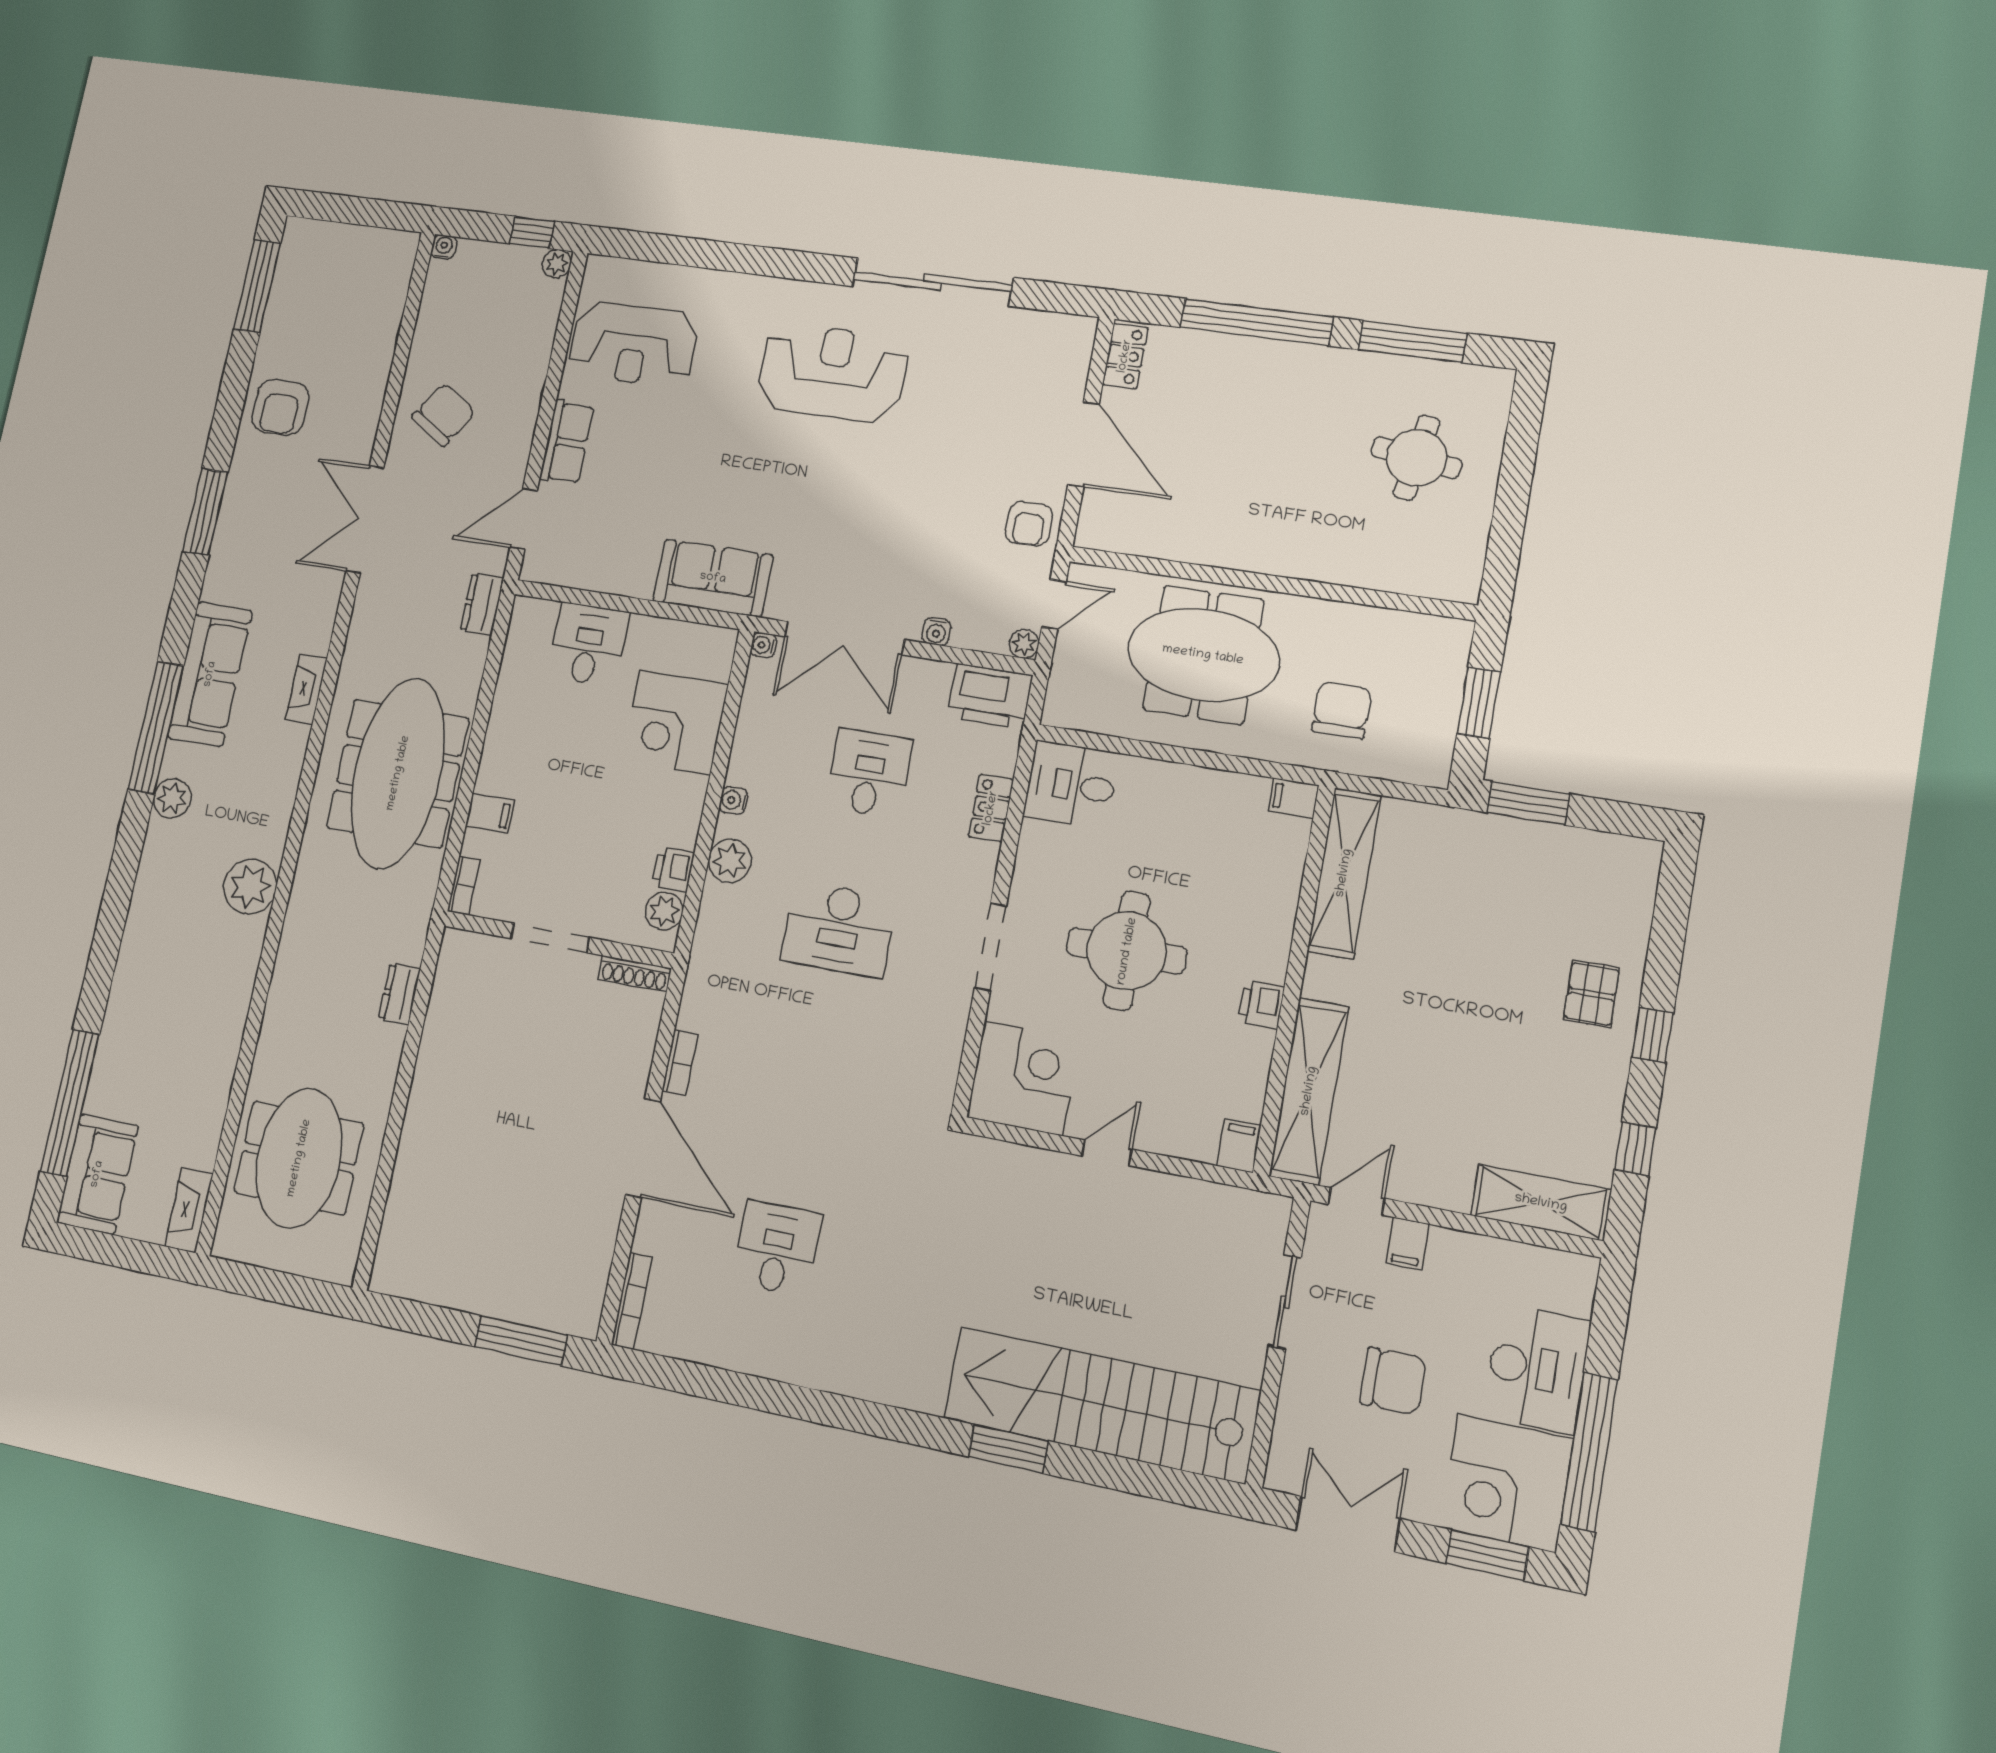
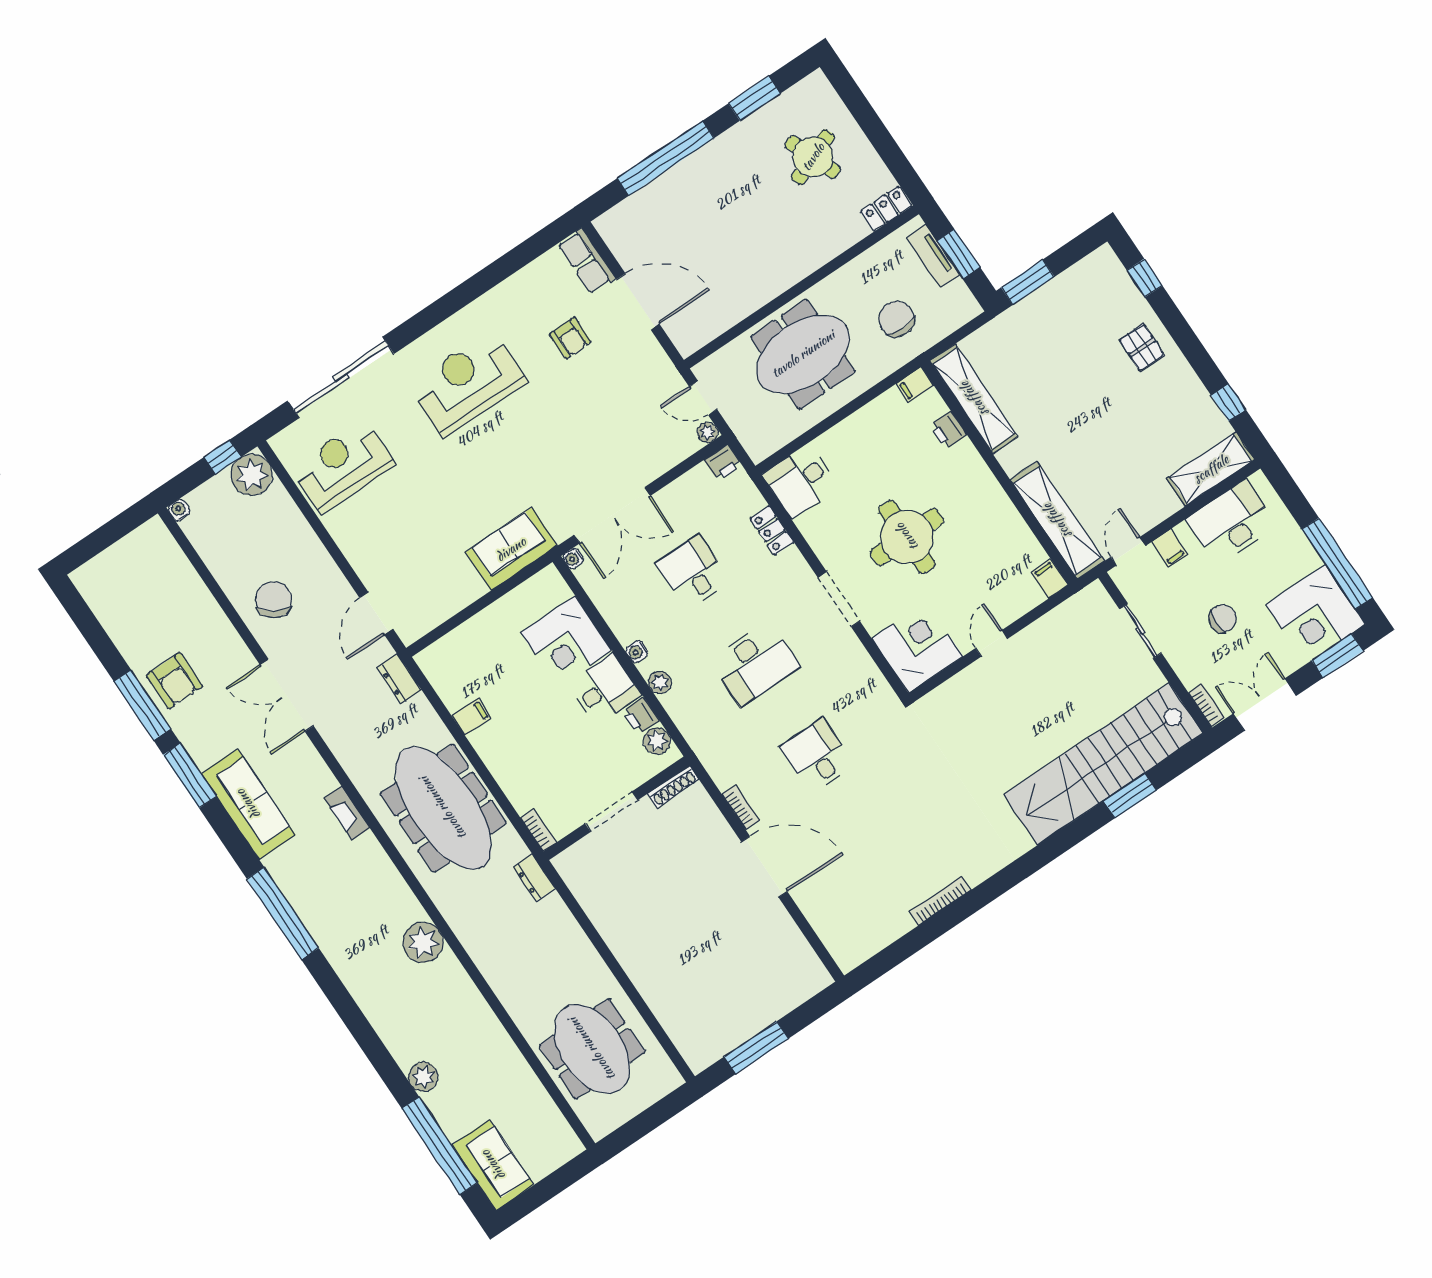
plant: (557, 264) -> (252, 475), width x1.88, depth x1.88
sliding door: (933, 282) -> (341, 377), moved
window: (257, 286) -> (142, 705), moved
window: (1412, 342) -> (754, 98), width x0.69
reception desk: (634, 344) -> (343, 466), turned 180
locker: (1125, 356) -> (886, 209), moved, turned -90
row of seats: (567, 442) -> (587, 261), moved, turned 180
round table: (1416, 458) -> (813, 157), turned -31
armchair: (1029, 524) -> (570, 338), moved
door: (1054, 604) -> (703, 398), swing flipped
water cooler: (936, 632) -> (657, 468), removed
desk: (588, 644) -> (604, 689), moved, turned 90
sofa: (210, 674) -> (248, 804), moved
tv unit: (1448, 679) -> (933, 256), added
printer: (990, 696) -> (723, 463), width x0.53, depth x0.68
plant: (172, 798) -> (423, 1077), moved
filing cabinet: (490, 813) -> (472, 717), moved
plant: (730, 861) -> (660, 682), width x0.73, depth x0.73
dresser: (400, 994) -> (534, 878), moved
printer: (1261, 1004) -> (948, 430), moved
window: (1653, 1035) -> (1145, 278), moved
fireplace: (189, 1210) -> (561, 1133), removed
desk: (777, 1248) -> (817, 756), moved
bookcase: (632, 1301) -> (940, 901), moved, turned -90
window: (521, 1341) -> (756, 1048), moved
desk: (1537, 1368) -> (1232, 522), moved, turned -90
chair: (1393, 1381) -> (1223, 618), width x0.73, depth x0.73
window: (1008, 1449) -> (1130, 796), moved
bookcase: (1280, 1457) -> (1206, 705), added

